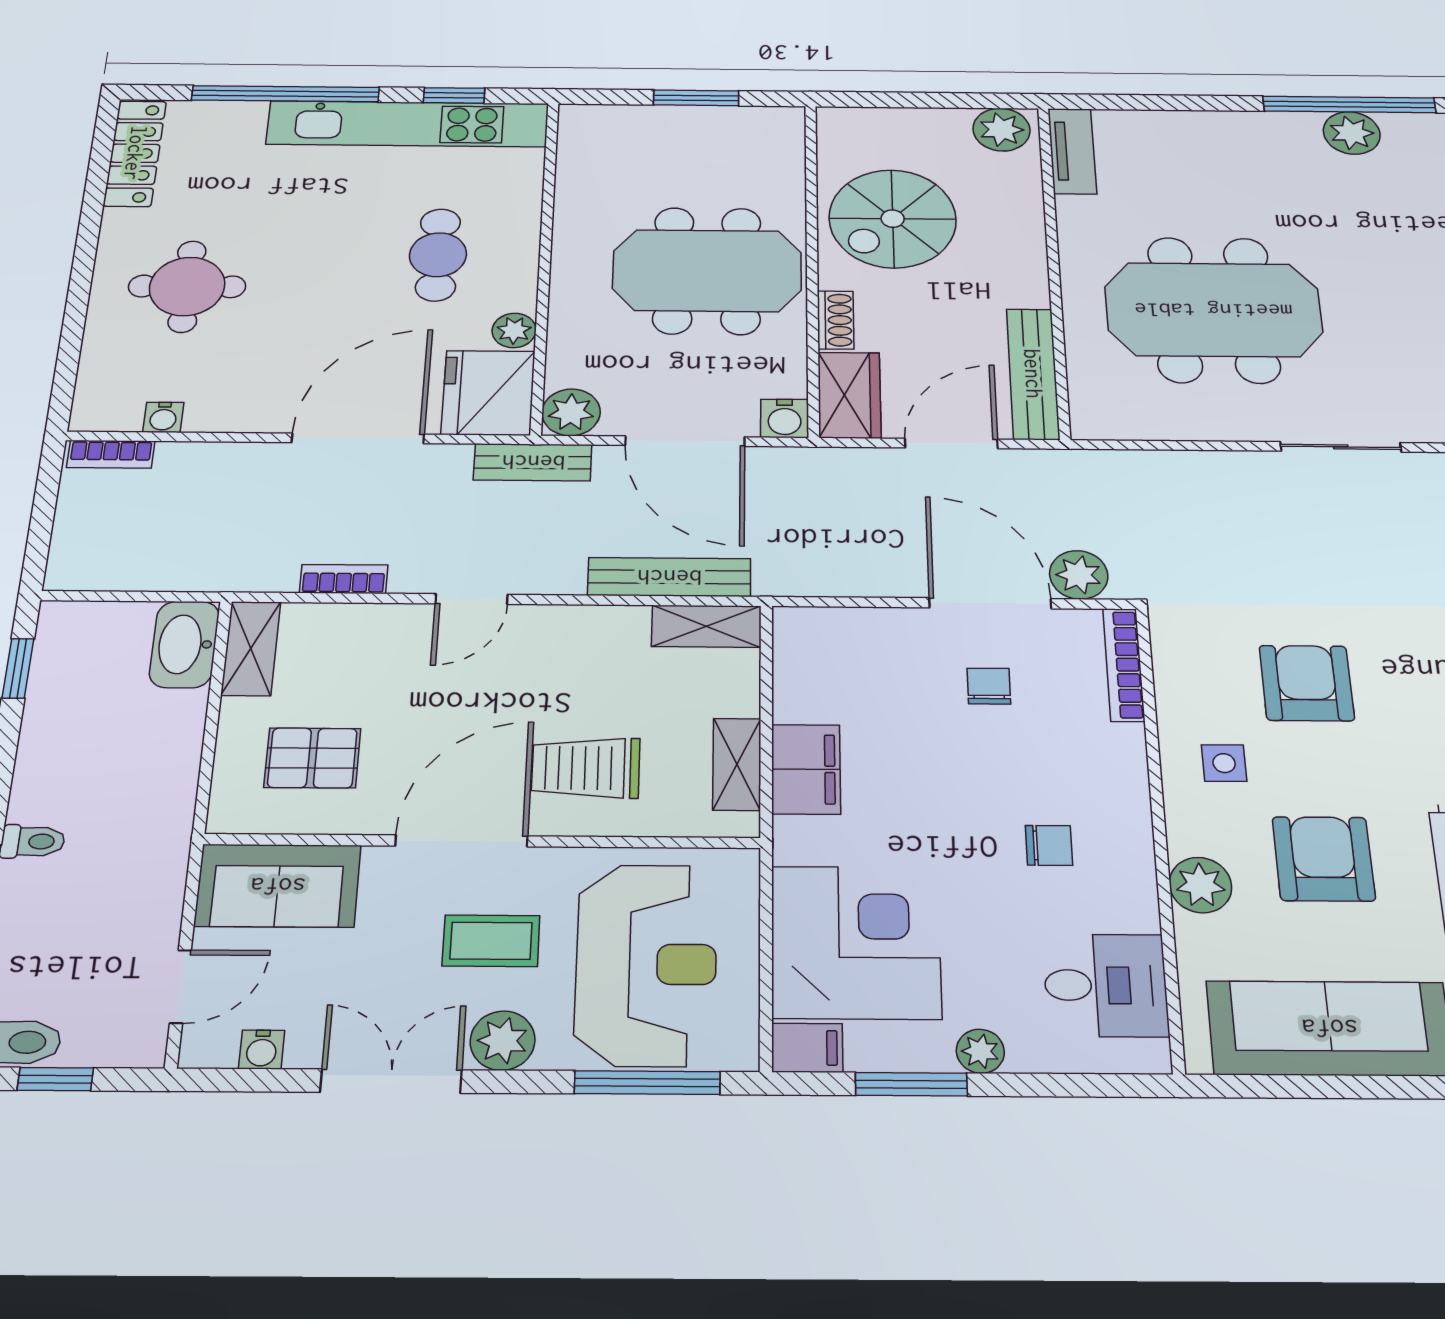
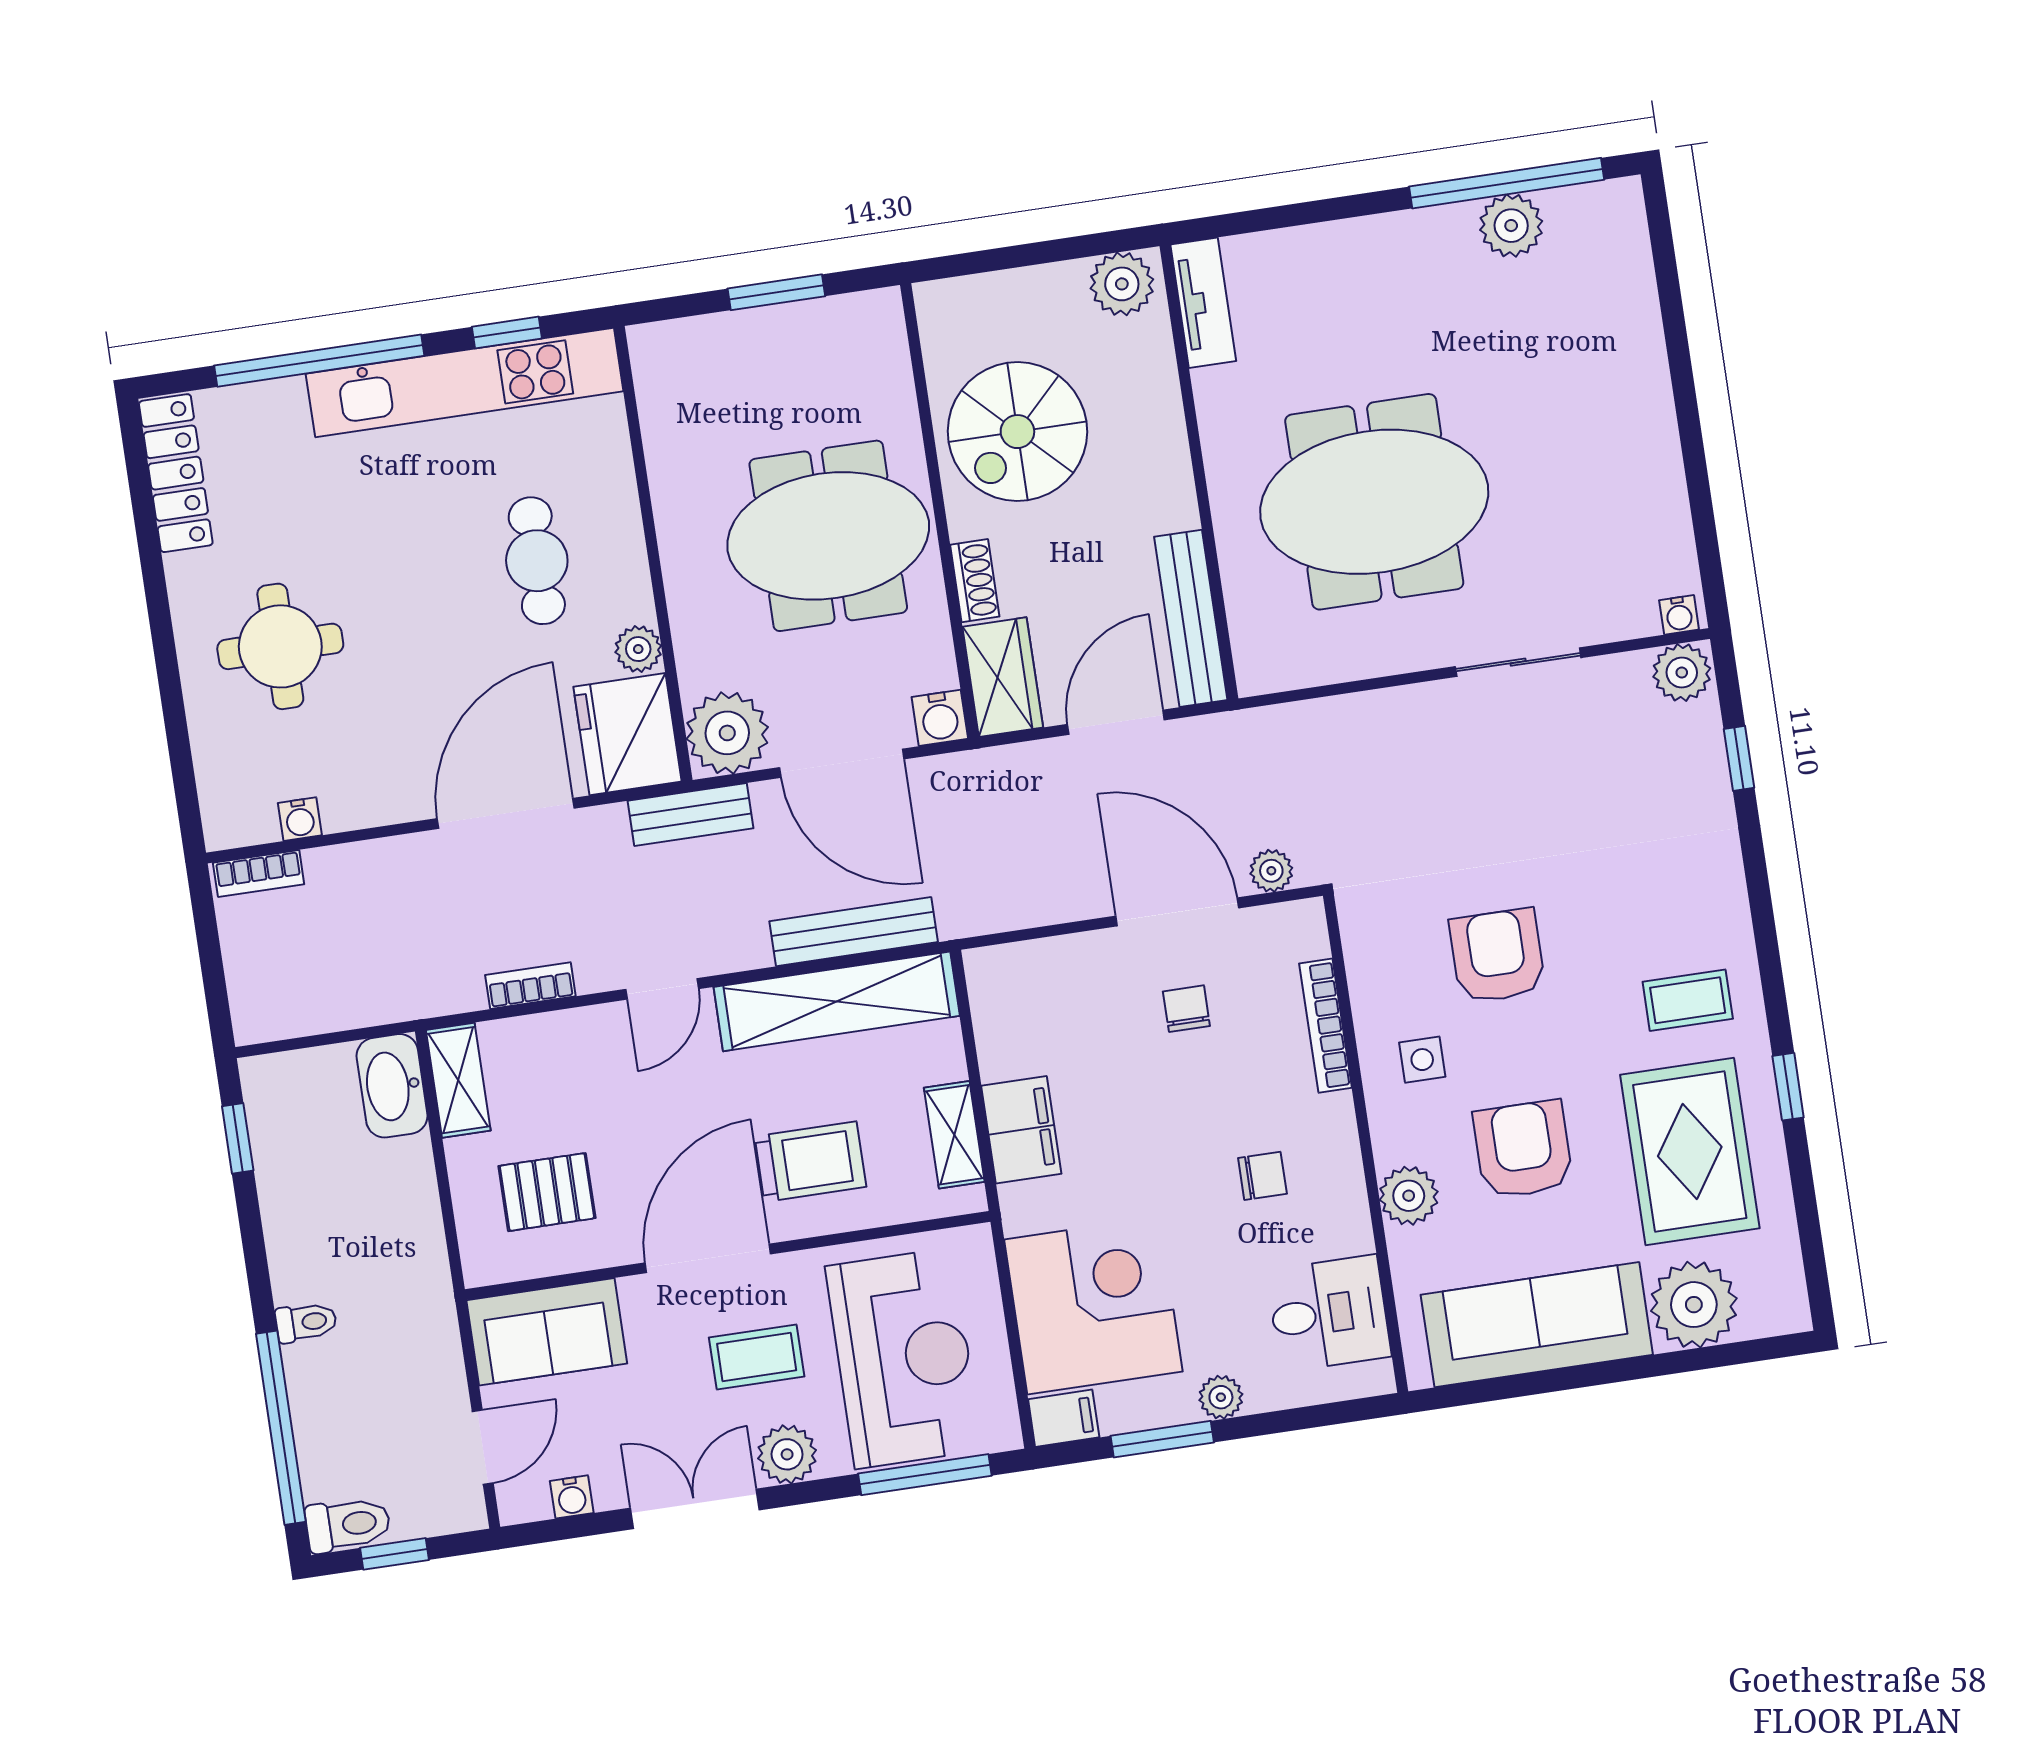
plant: (571, 412) -> (727, 733), width x1.36, depth x1.36
plant: (1079, 575) -> (1271, 871), width x0.73, depth x0.73
shelving: (706, 626) -> (837, 1001), width x2.20, depth x1.33
bookcase: (1124, 665) -> (1325, 1026), moved
trolley: (586, 768) -> (810, 1162), turned 180

